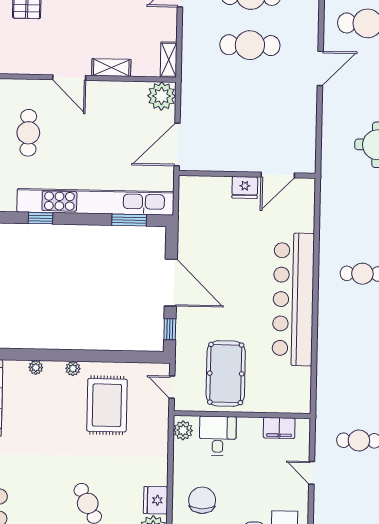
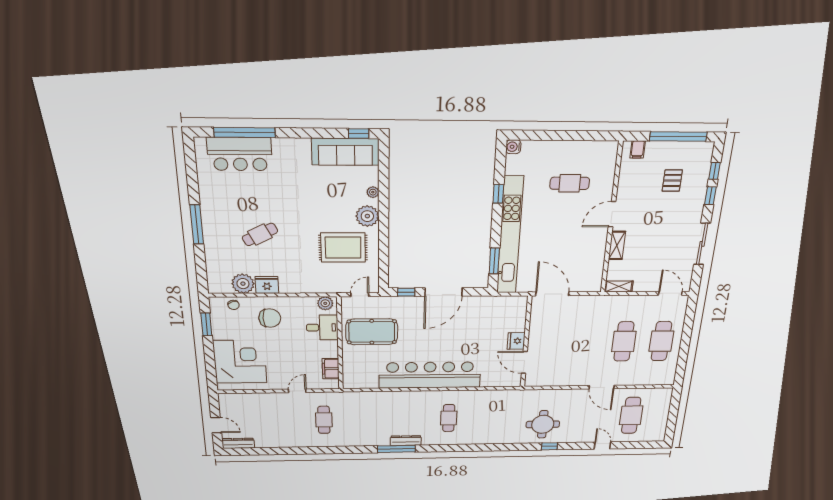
plant: (162, 96) -> (591, 282), removed
plant: (73, 368) -> (367, 216), width x1.88, depth x1.88

